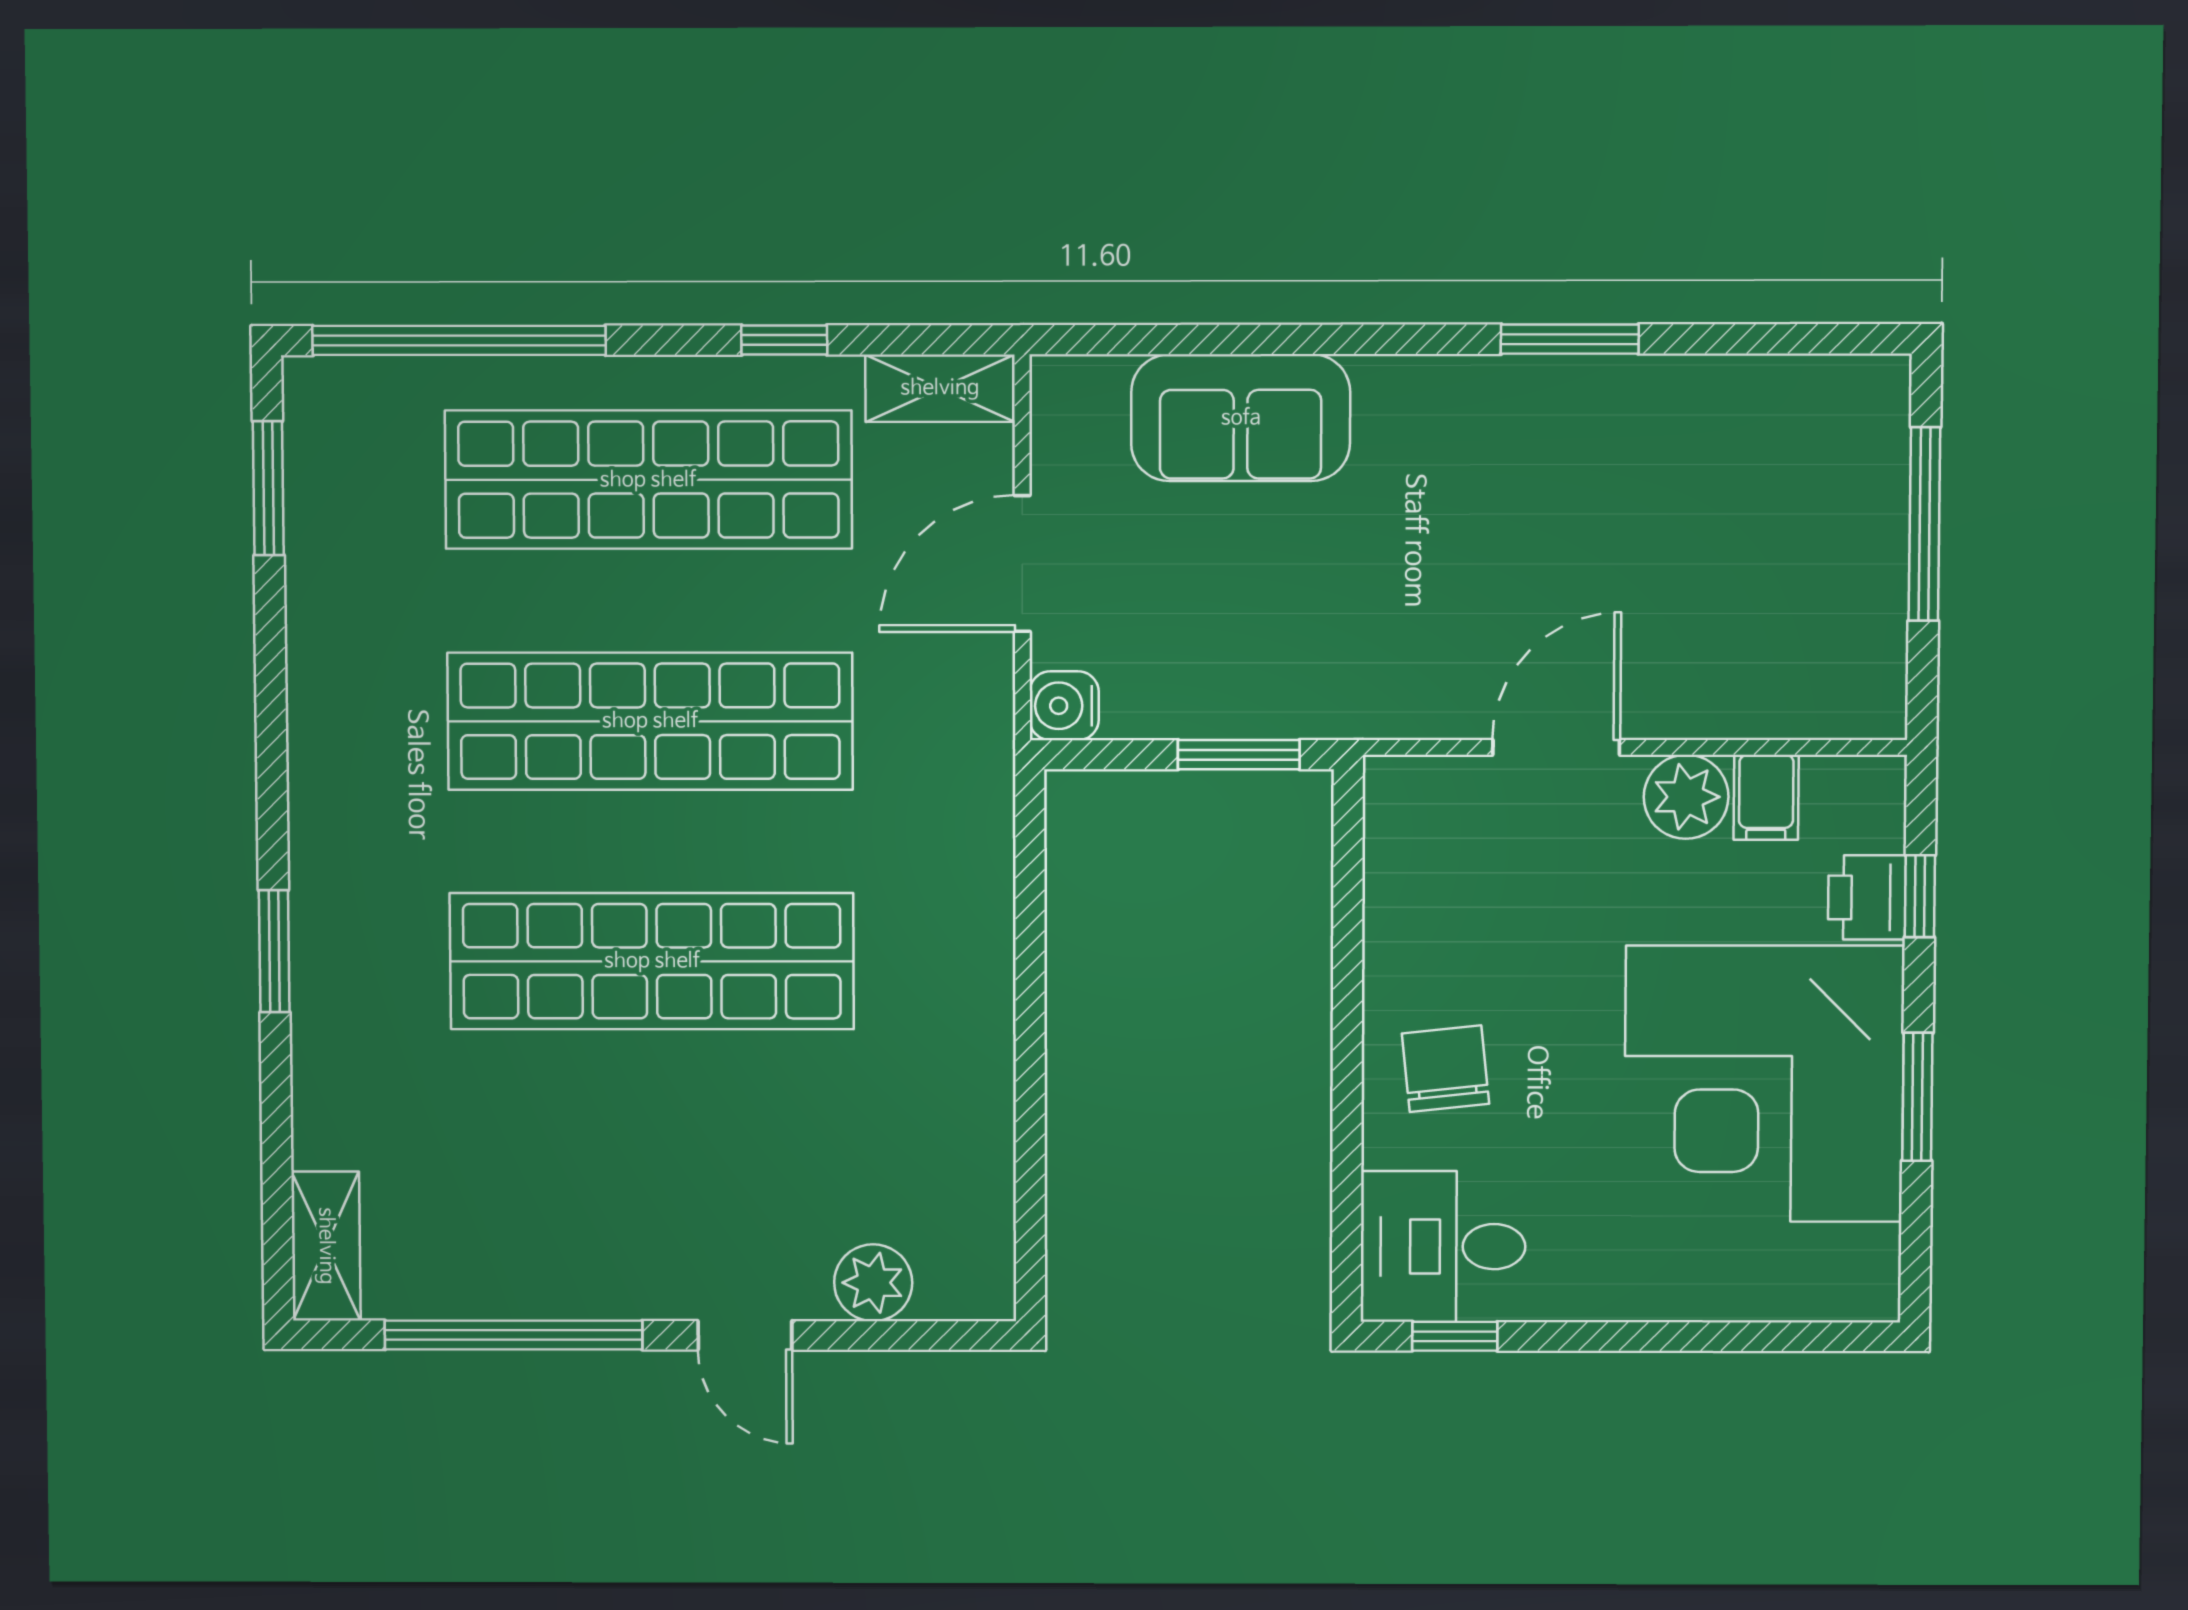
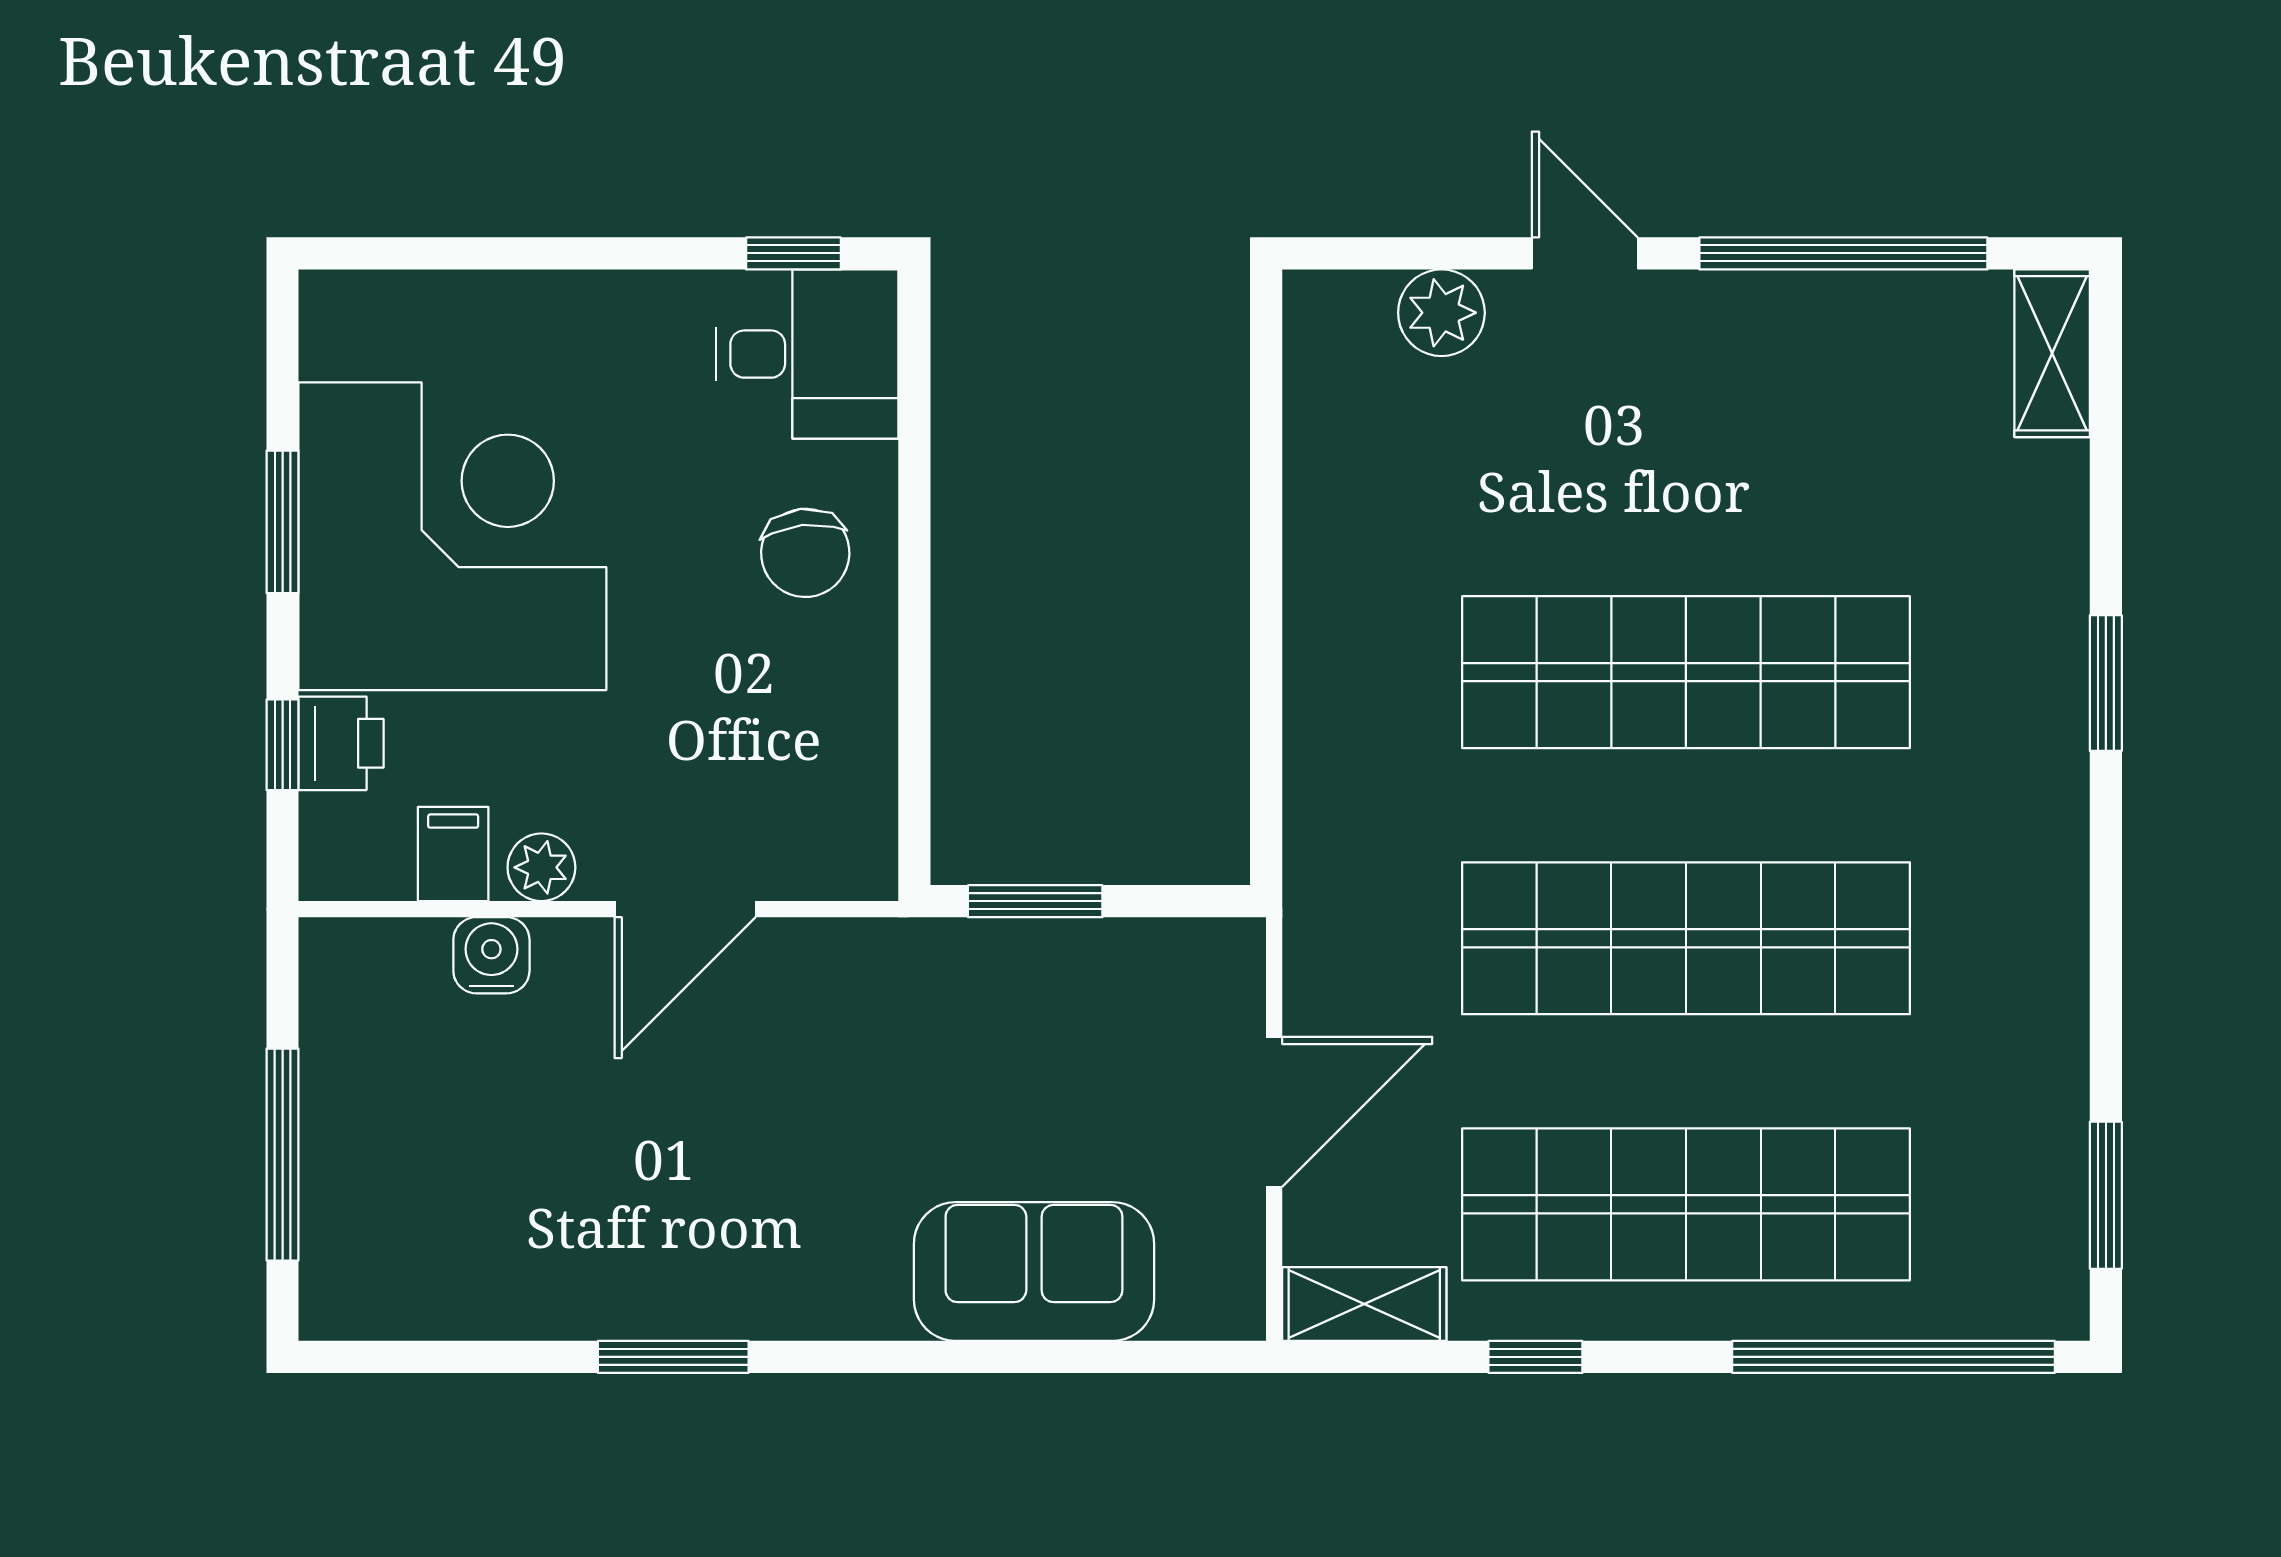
water cooler: (1064, 706) -> (491, 955), moved, turned -90
plant: (1686, 797) -> (541, 867), width x0.73, depth x0.73

